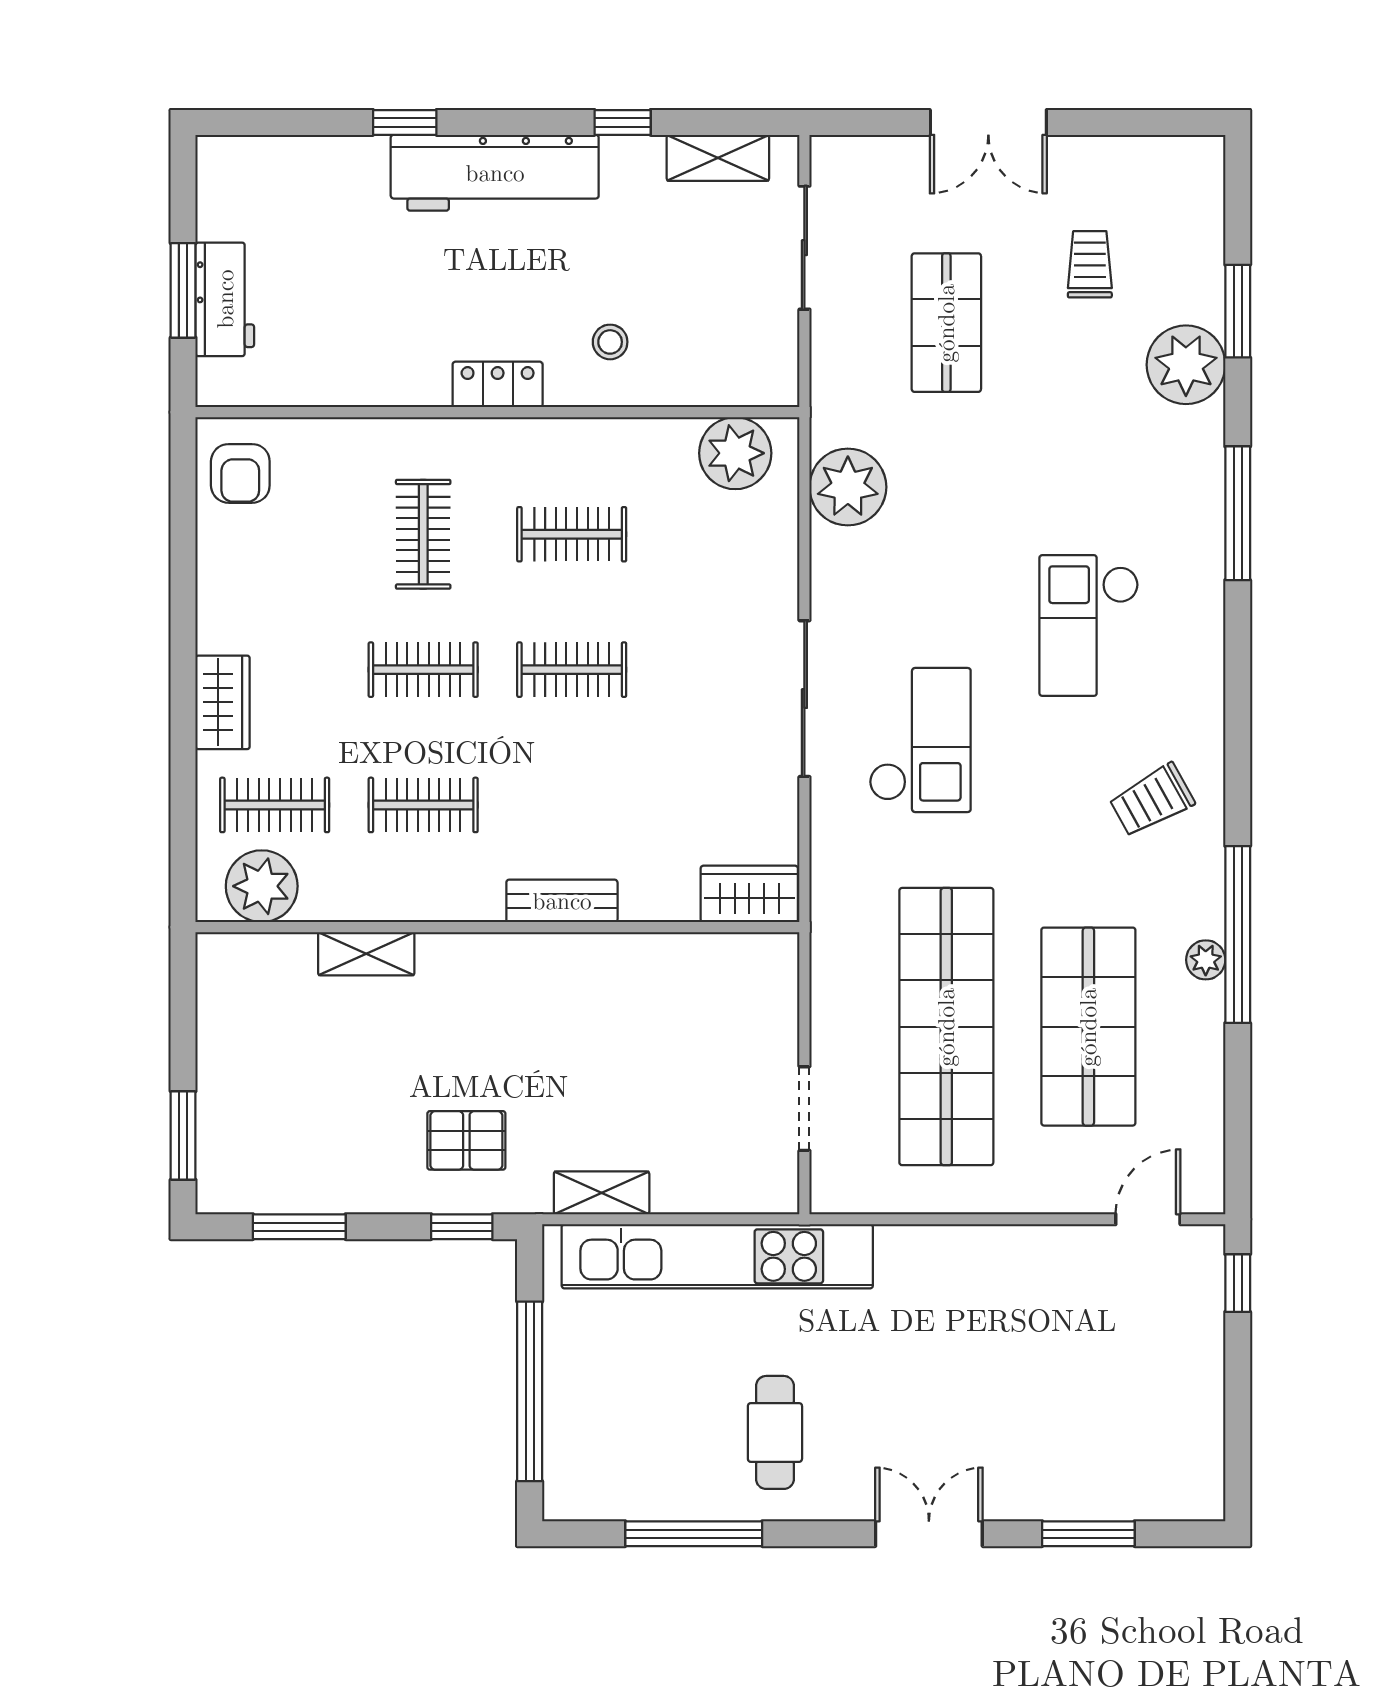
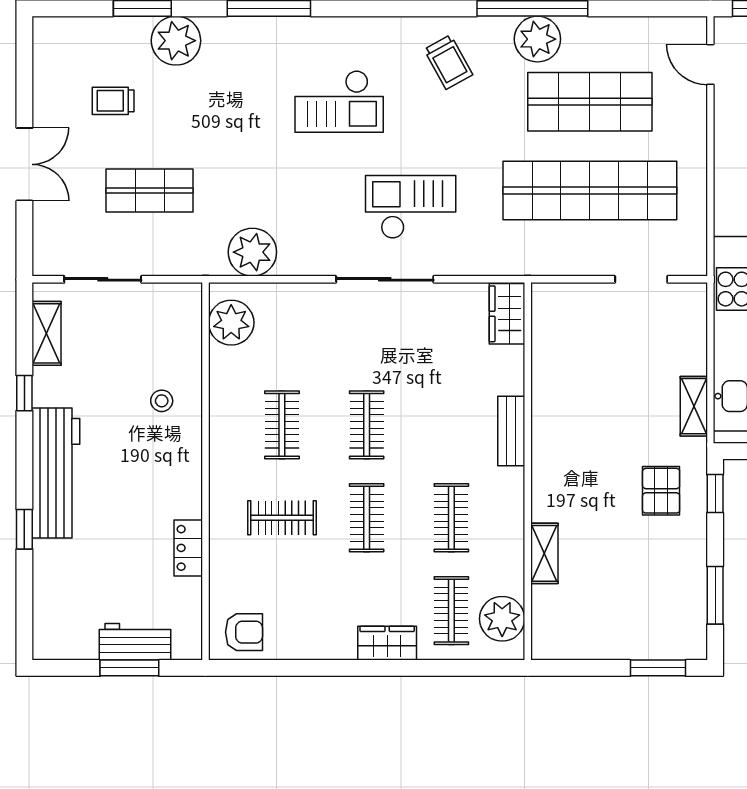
locker: (498, 384) -> (188, 548), moved
plant: (1206, 960) -> (537, 39), width x1.88, depth x1.88

